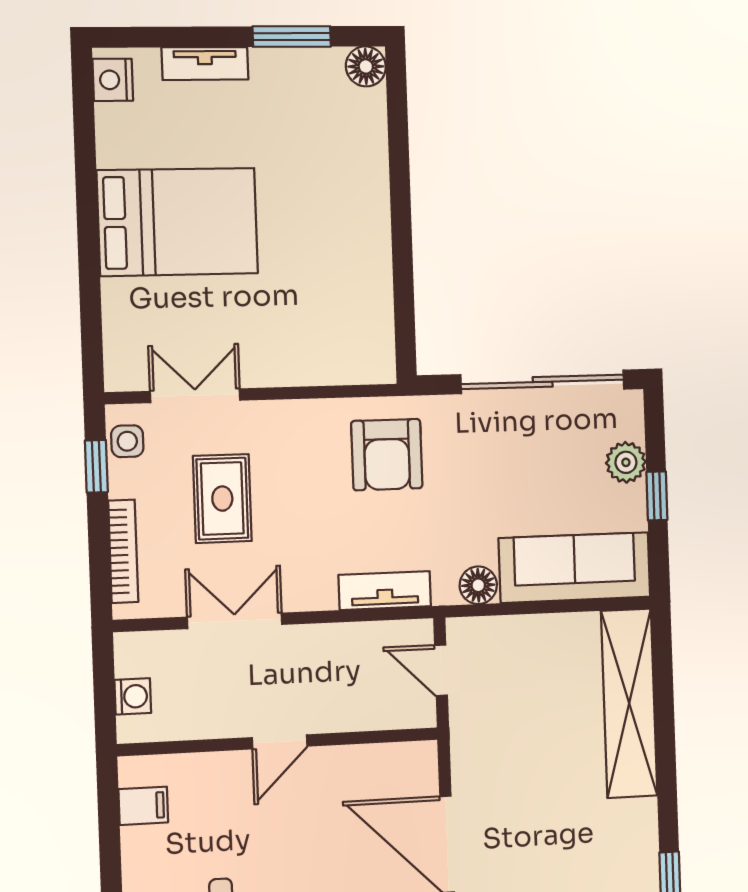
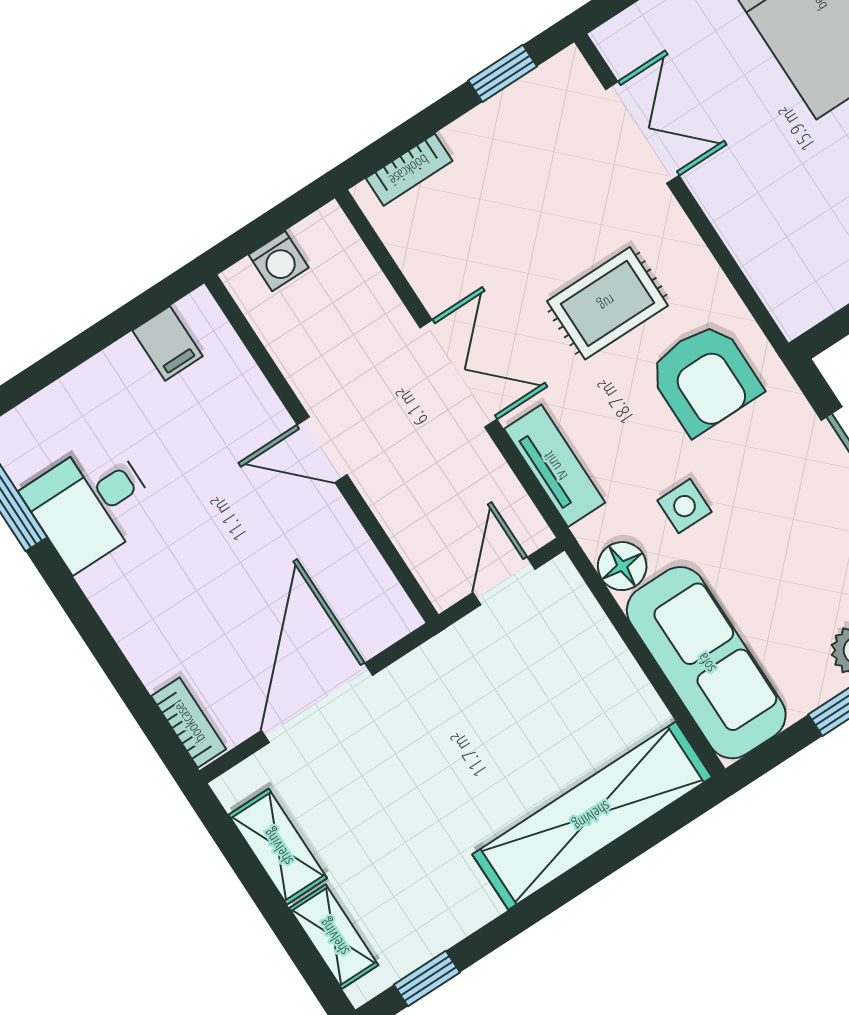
side table: (127, 441) -> (684, 506), moved
armchair: (387, 455) -> (705, 378), turned -90
rug: (222, 499) -> (607, 303), moved
bookcase: (123, 551) -> (409, 170), width x0.64
double door: (235, 621) -> (458, 374), moved

